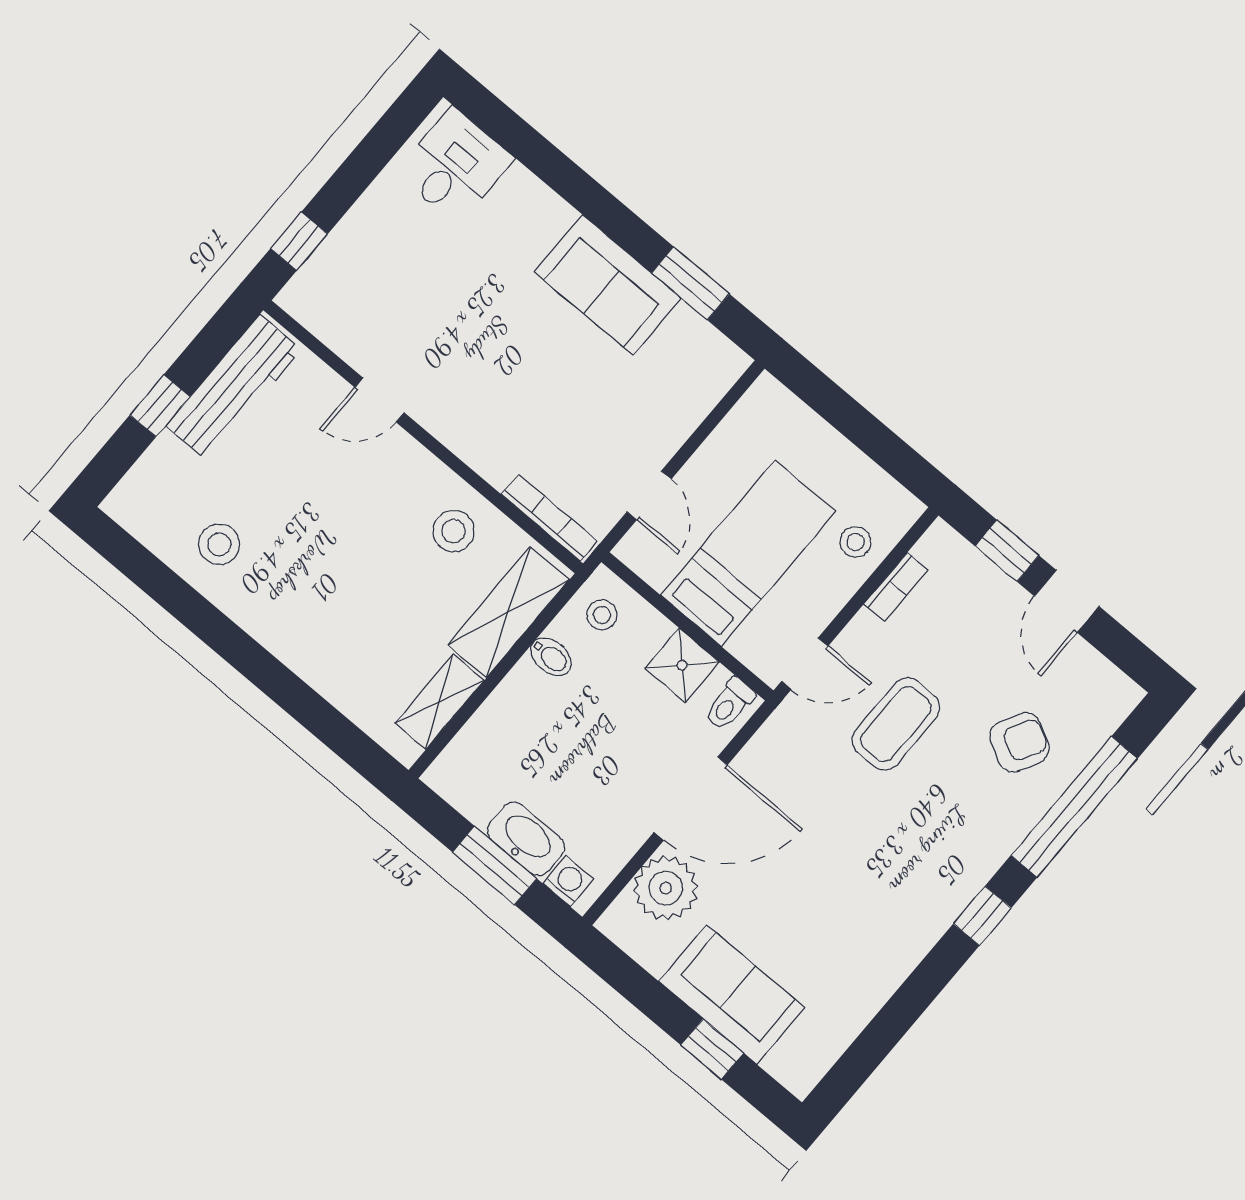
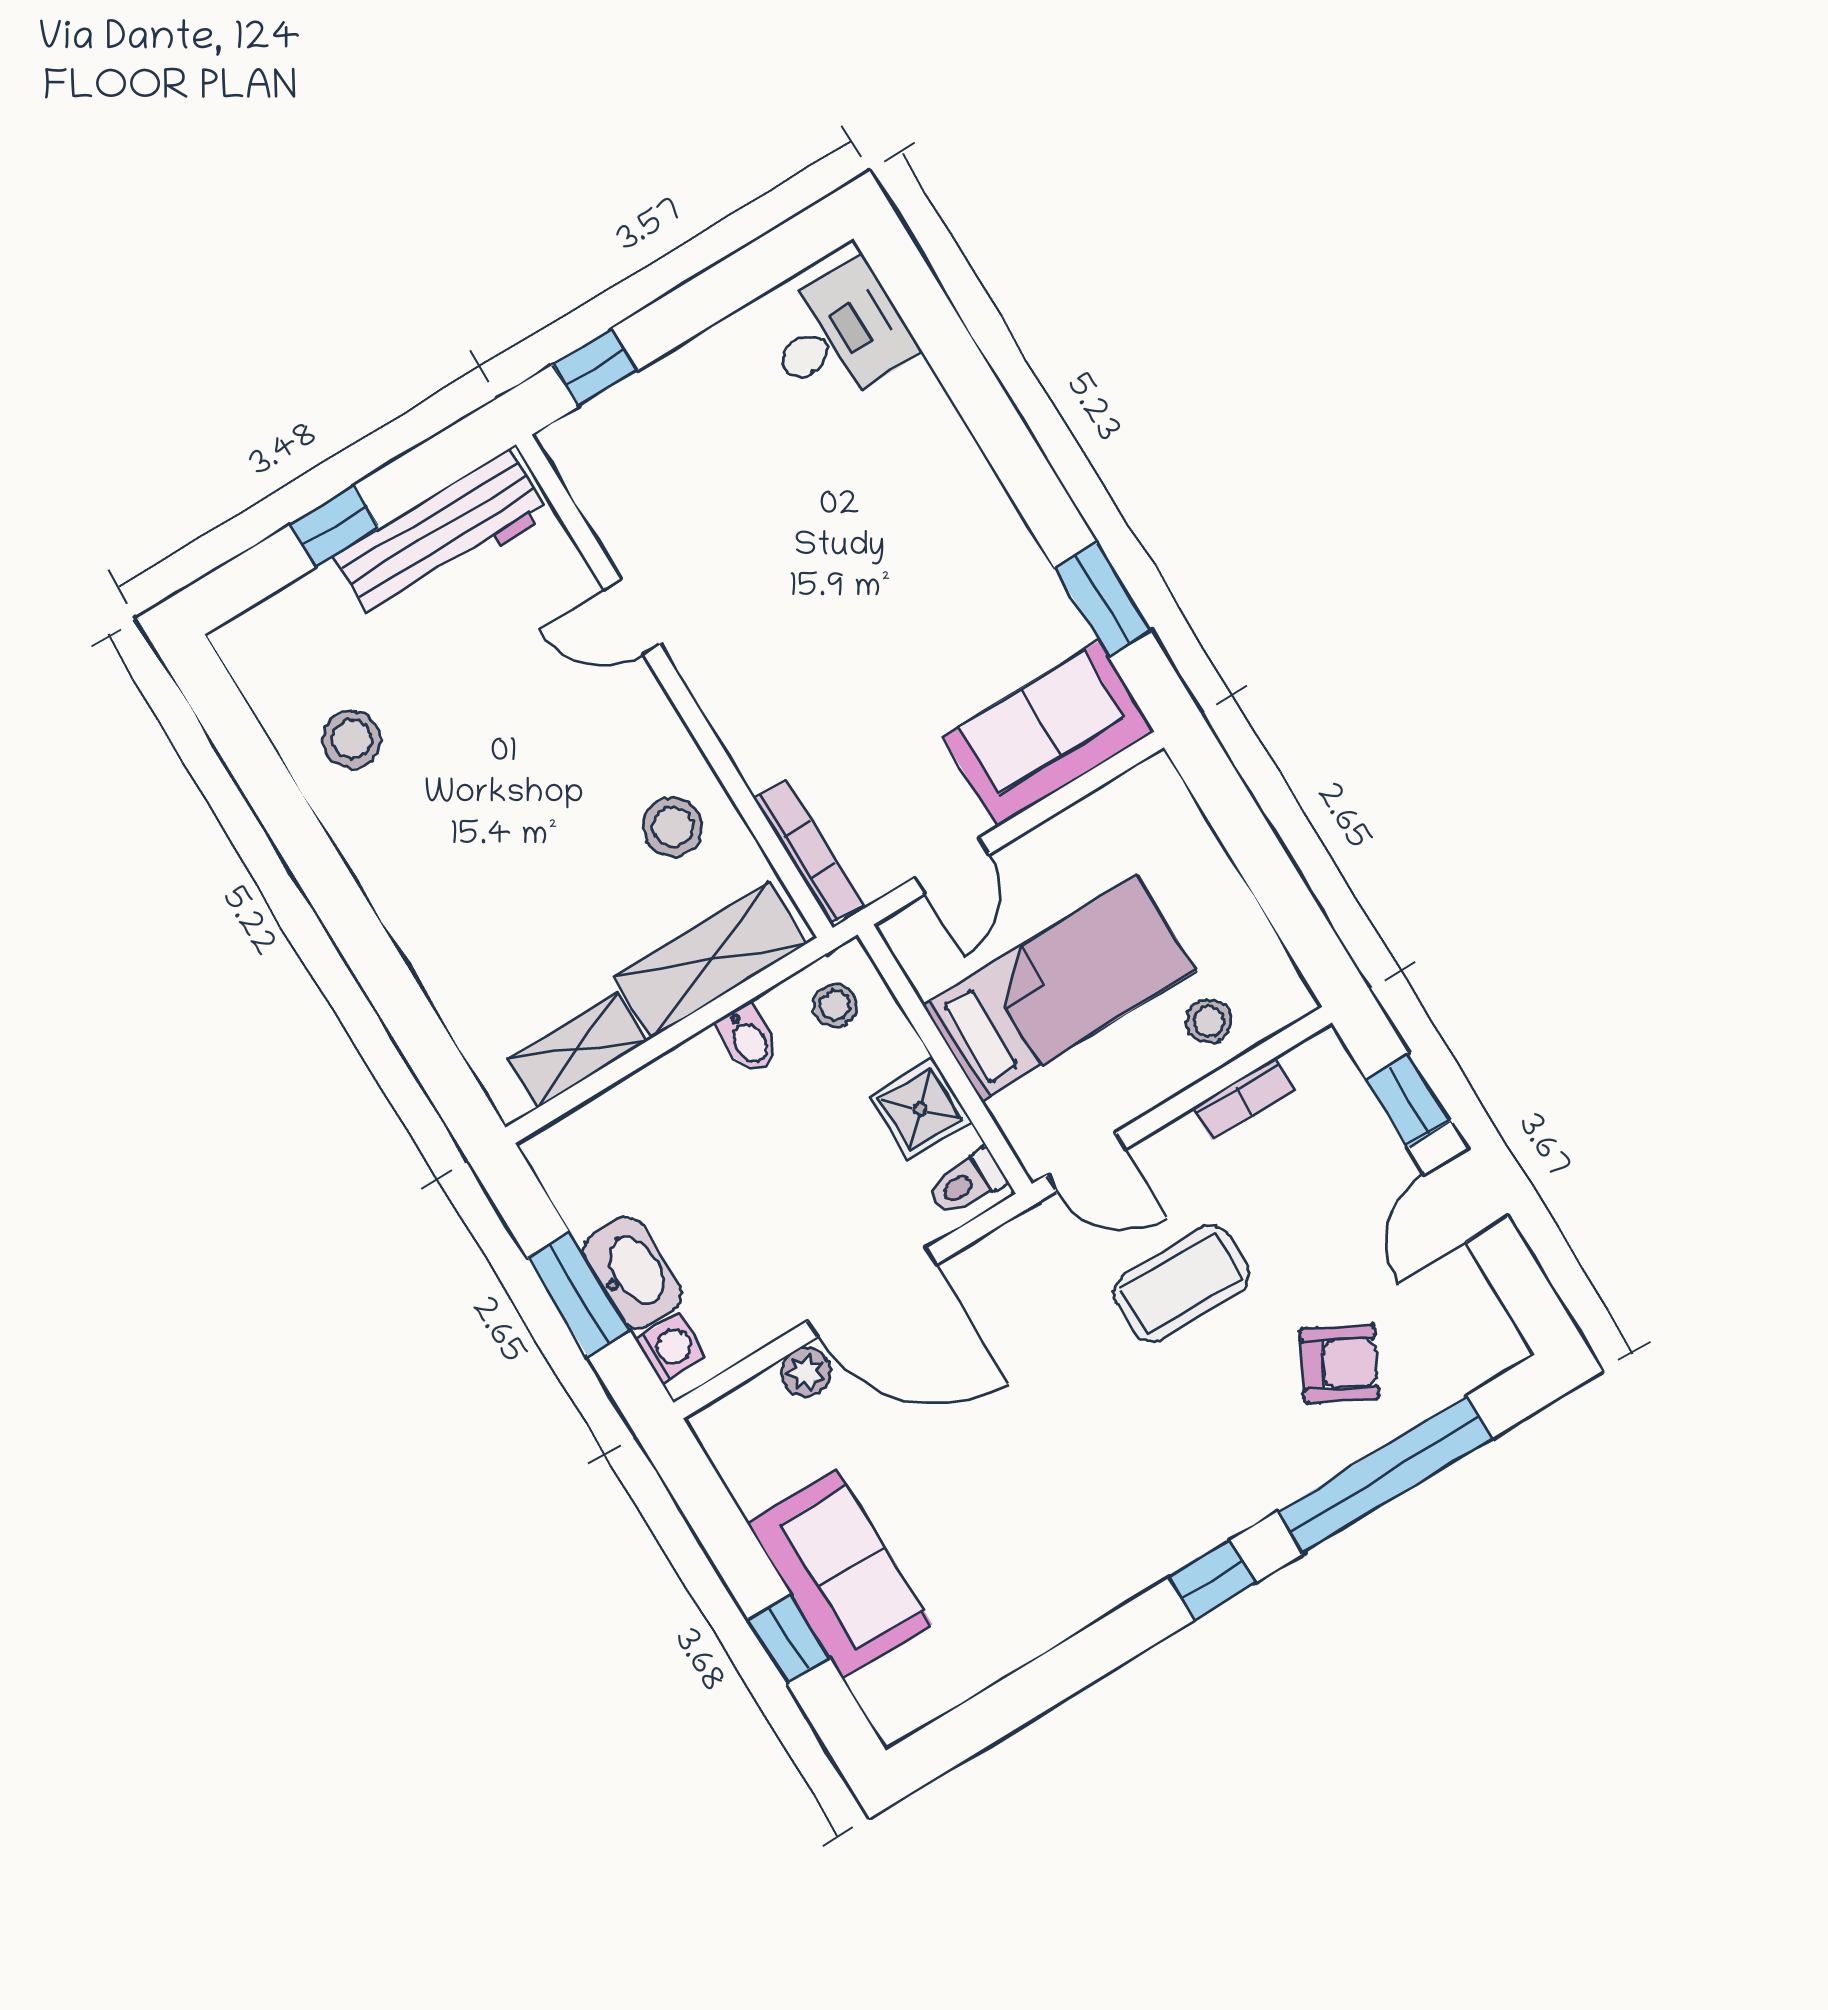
sofa: (608, 285) -> (1048, 734), moved, turned 90
plant: (666, 888) -> (806, 1372), width x0.53, depth x0.53

